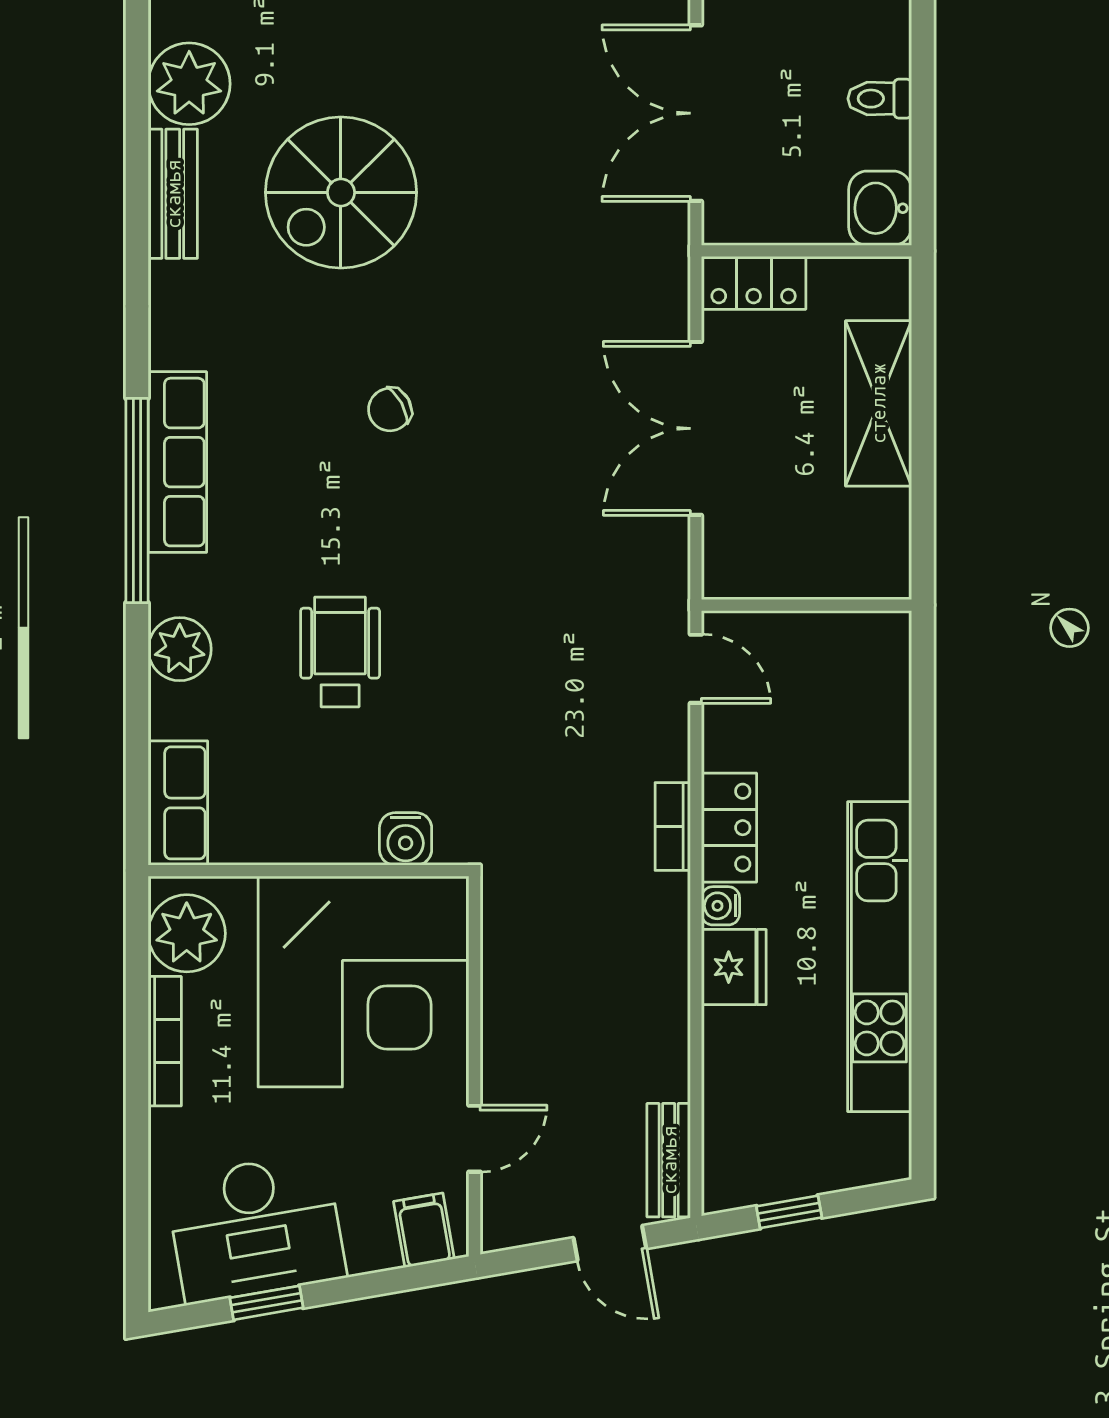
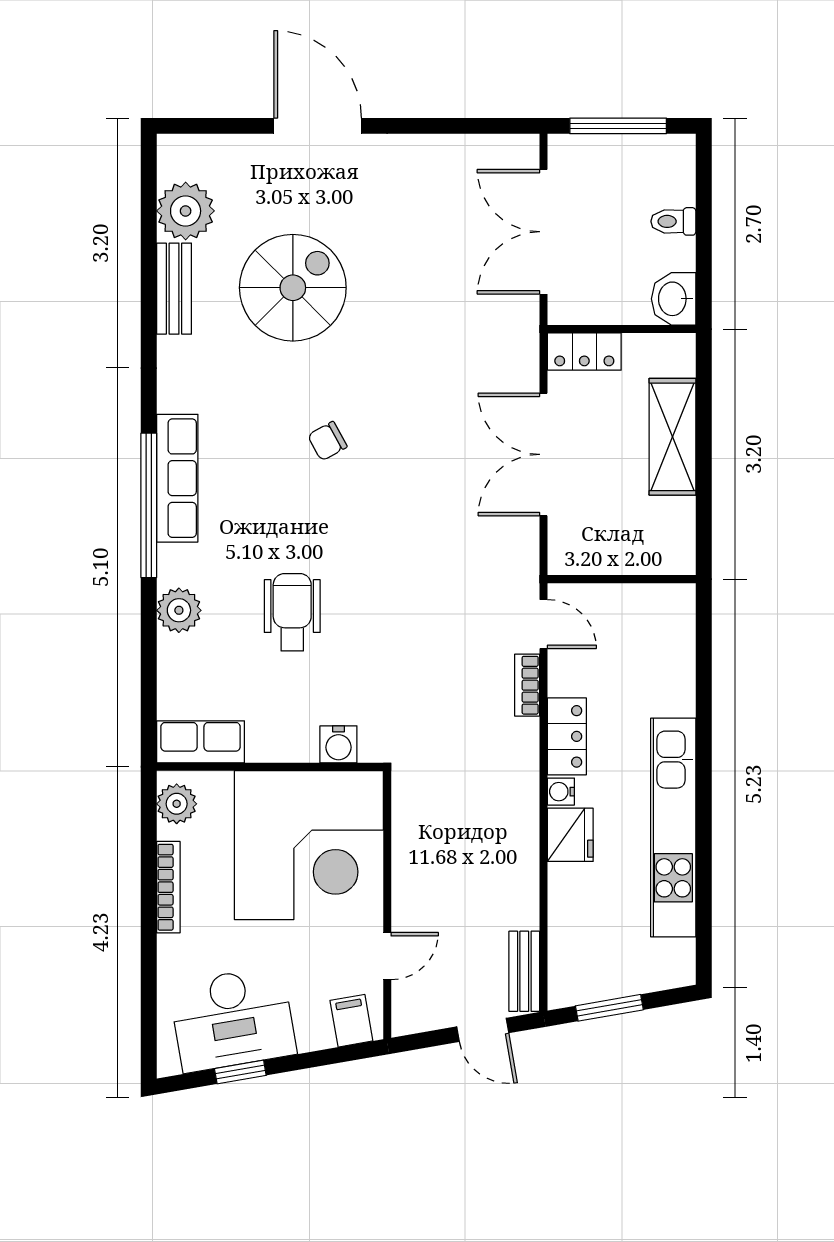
spiral stairs: (341, 192) -> (293, 288), turned 180
row of seats: (178, 803) -> (201, 742), moved, turned -90
bookcase: (673, 827) -> (527, 685), moved
plant: (187, 933) -> (177, 804), width x0.73, depth x0.73
window: (789, 1212) -> (609, 1008), width x1.50

